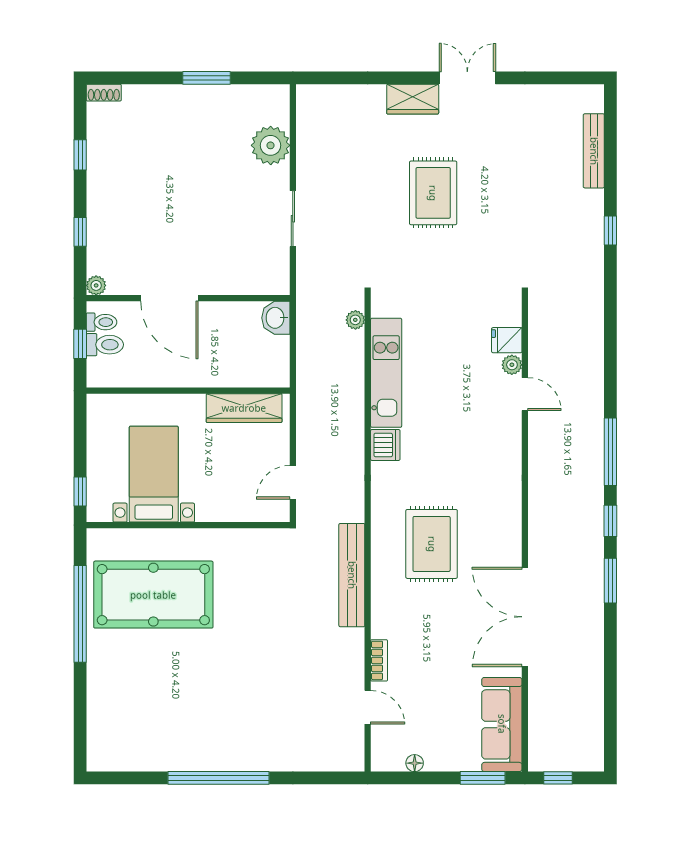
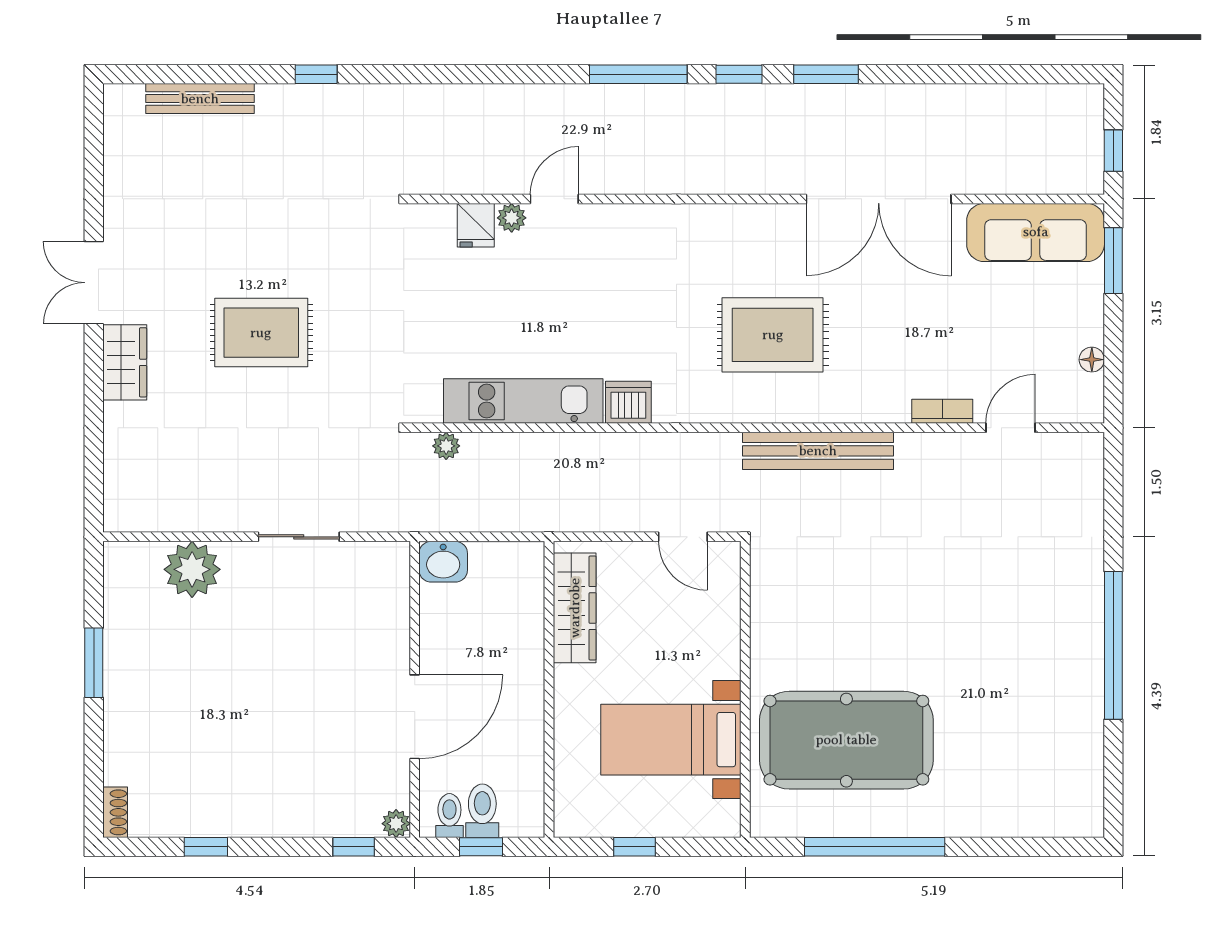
window: (80, 232) -> (354, 847), moved
window: (80, 492) -> (635, 847), moved
pool table: (153, 595) -> (846, 740), turned 90

